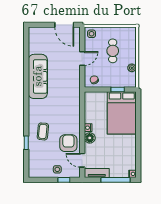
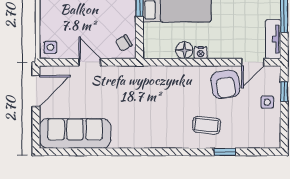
cafe table: (113, 51) -> (78, 13), removed
sofa: (38, 76) -> (75, 133), moved
floor lamp: (90, 138) -> (184, 50), moved
armchair: (68, 143) -> (225, 84), turned -98

